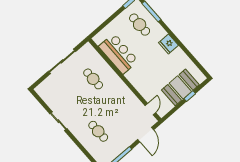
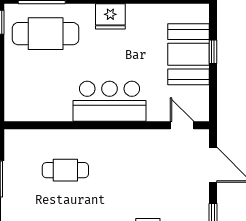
cafe table: (140, 25) -> (46, 34), width x1.37, depth x1.35
bar counter: (118, 54) -> (110, 101), moved

